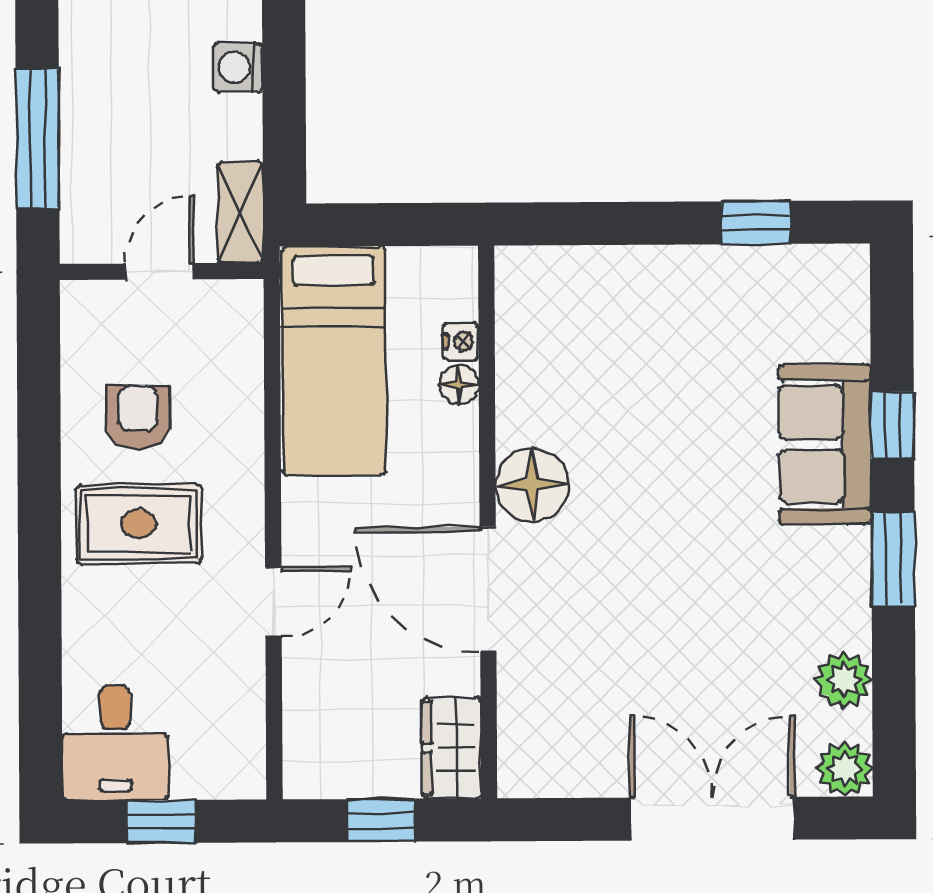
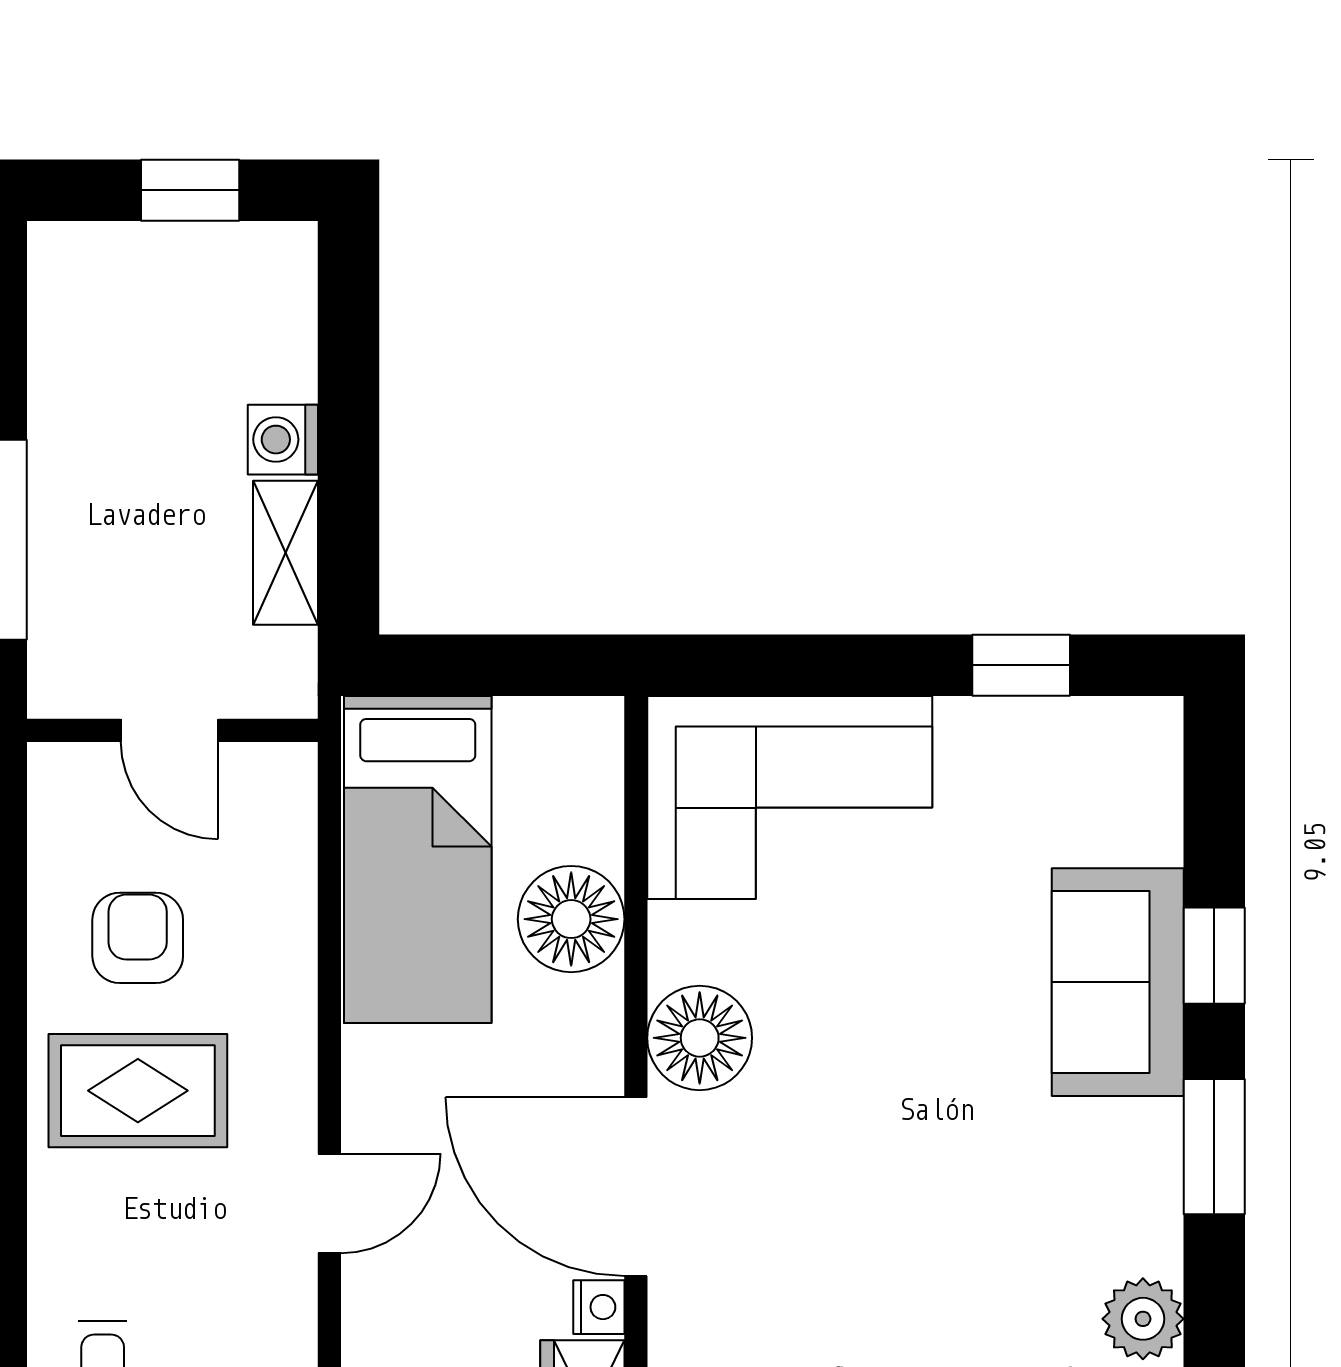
shelving: (241, 212) -> (285, 553), moved
door: (160, 271) -> (169, 730), swing flipped
corner sofa: (594, 316) -> (790, 797), added
nightstand: (461, 341) -> (599, 1307), moved
floor lamp: (459, 385) -> (571, 919), width x1.89, depth x1.89

